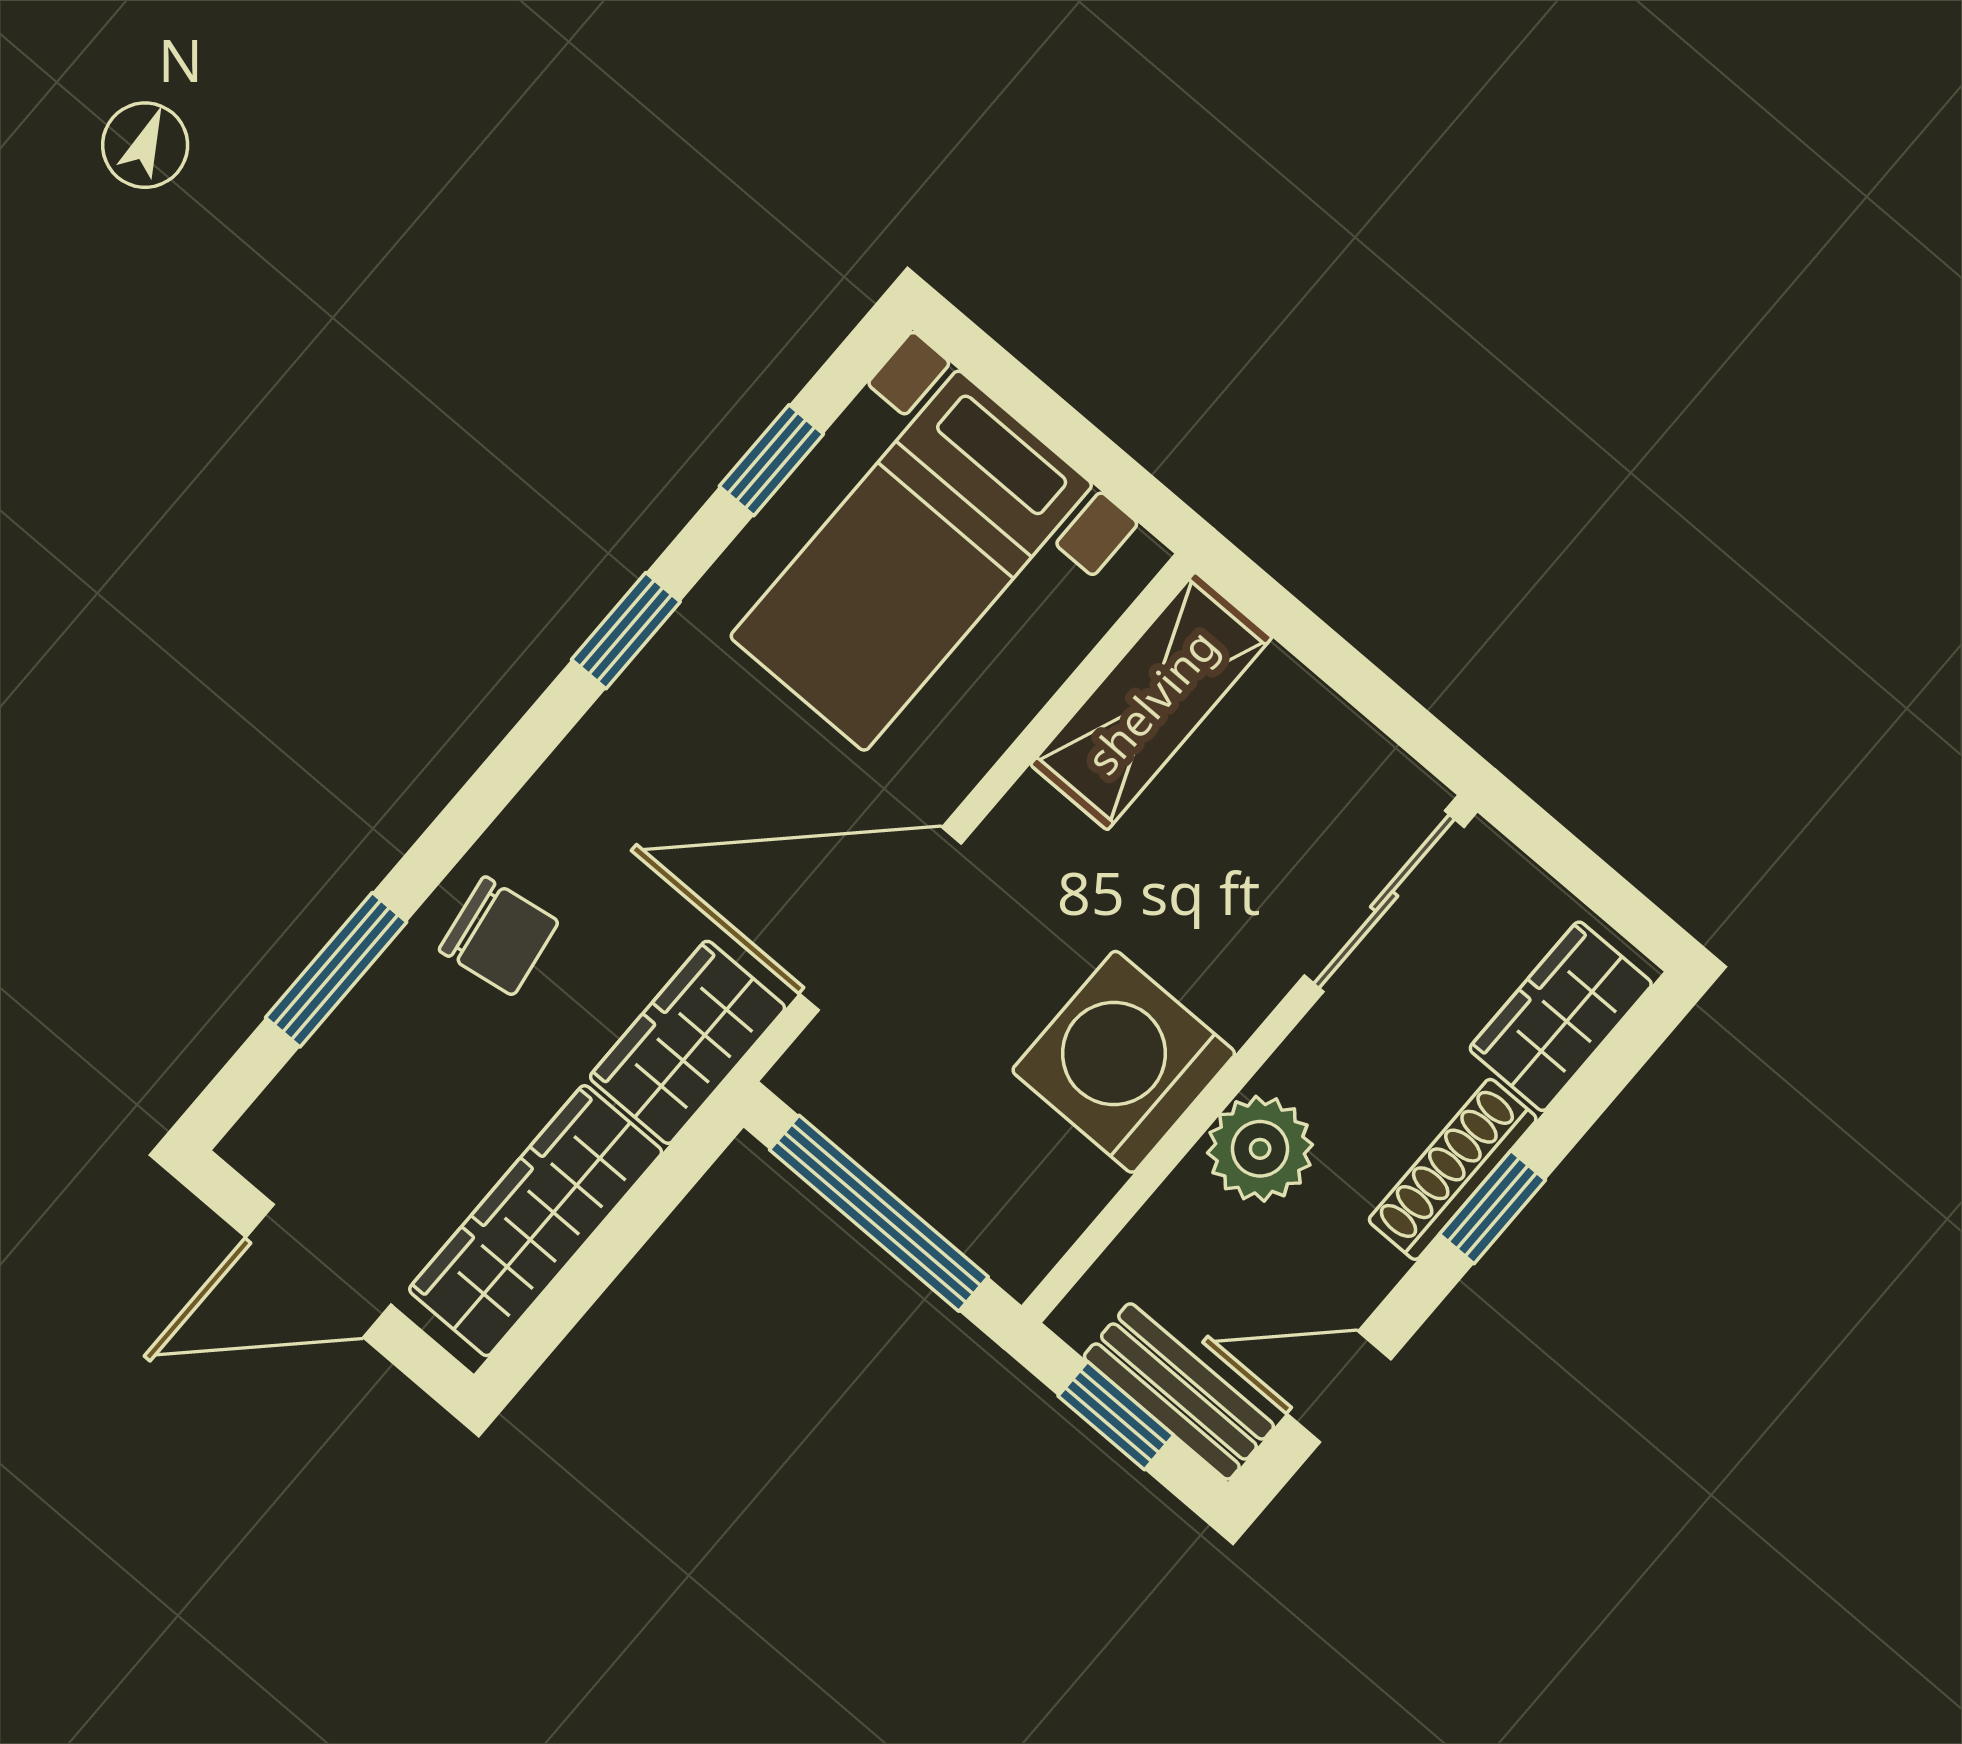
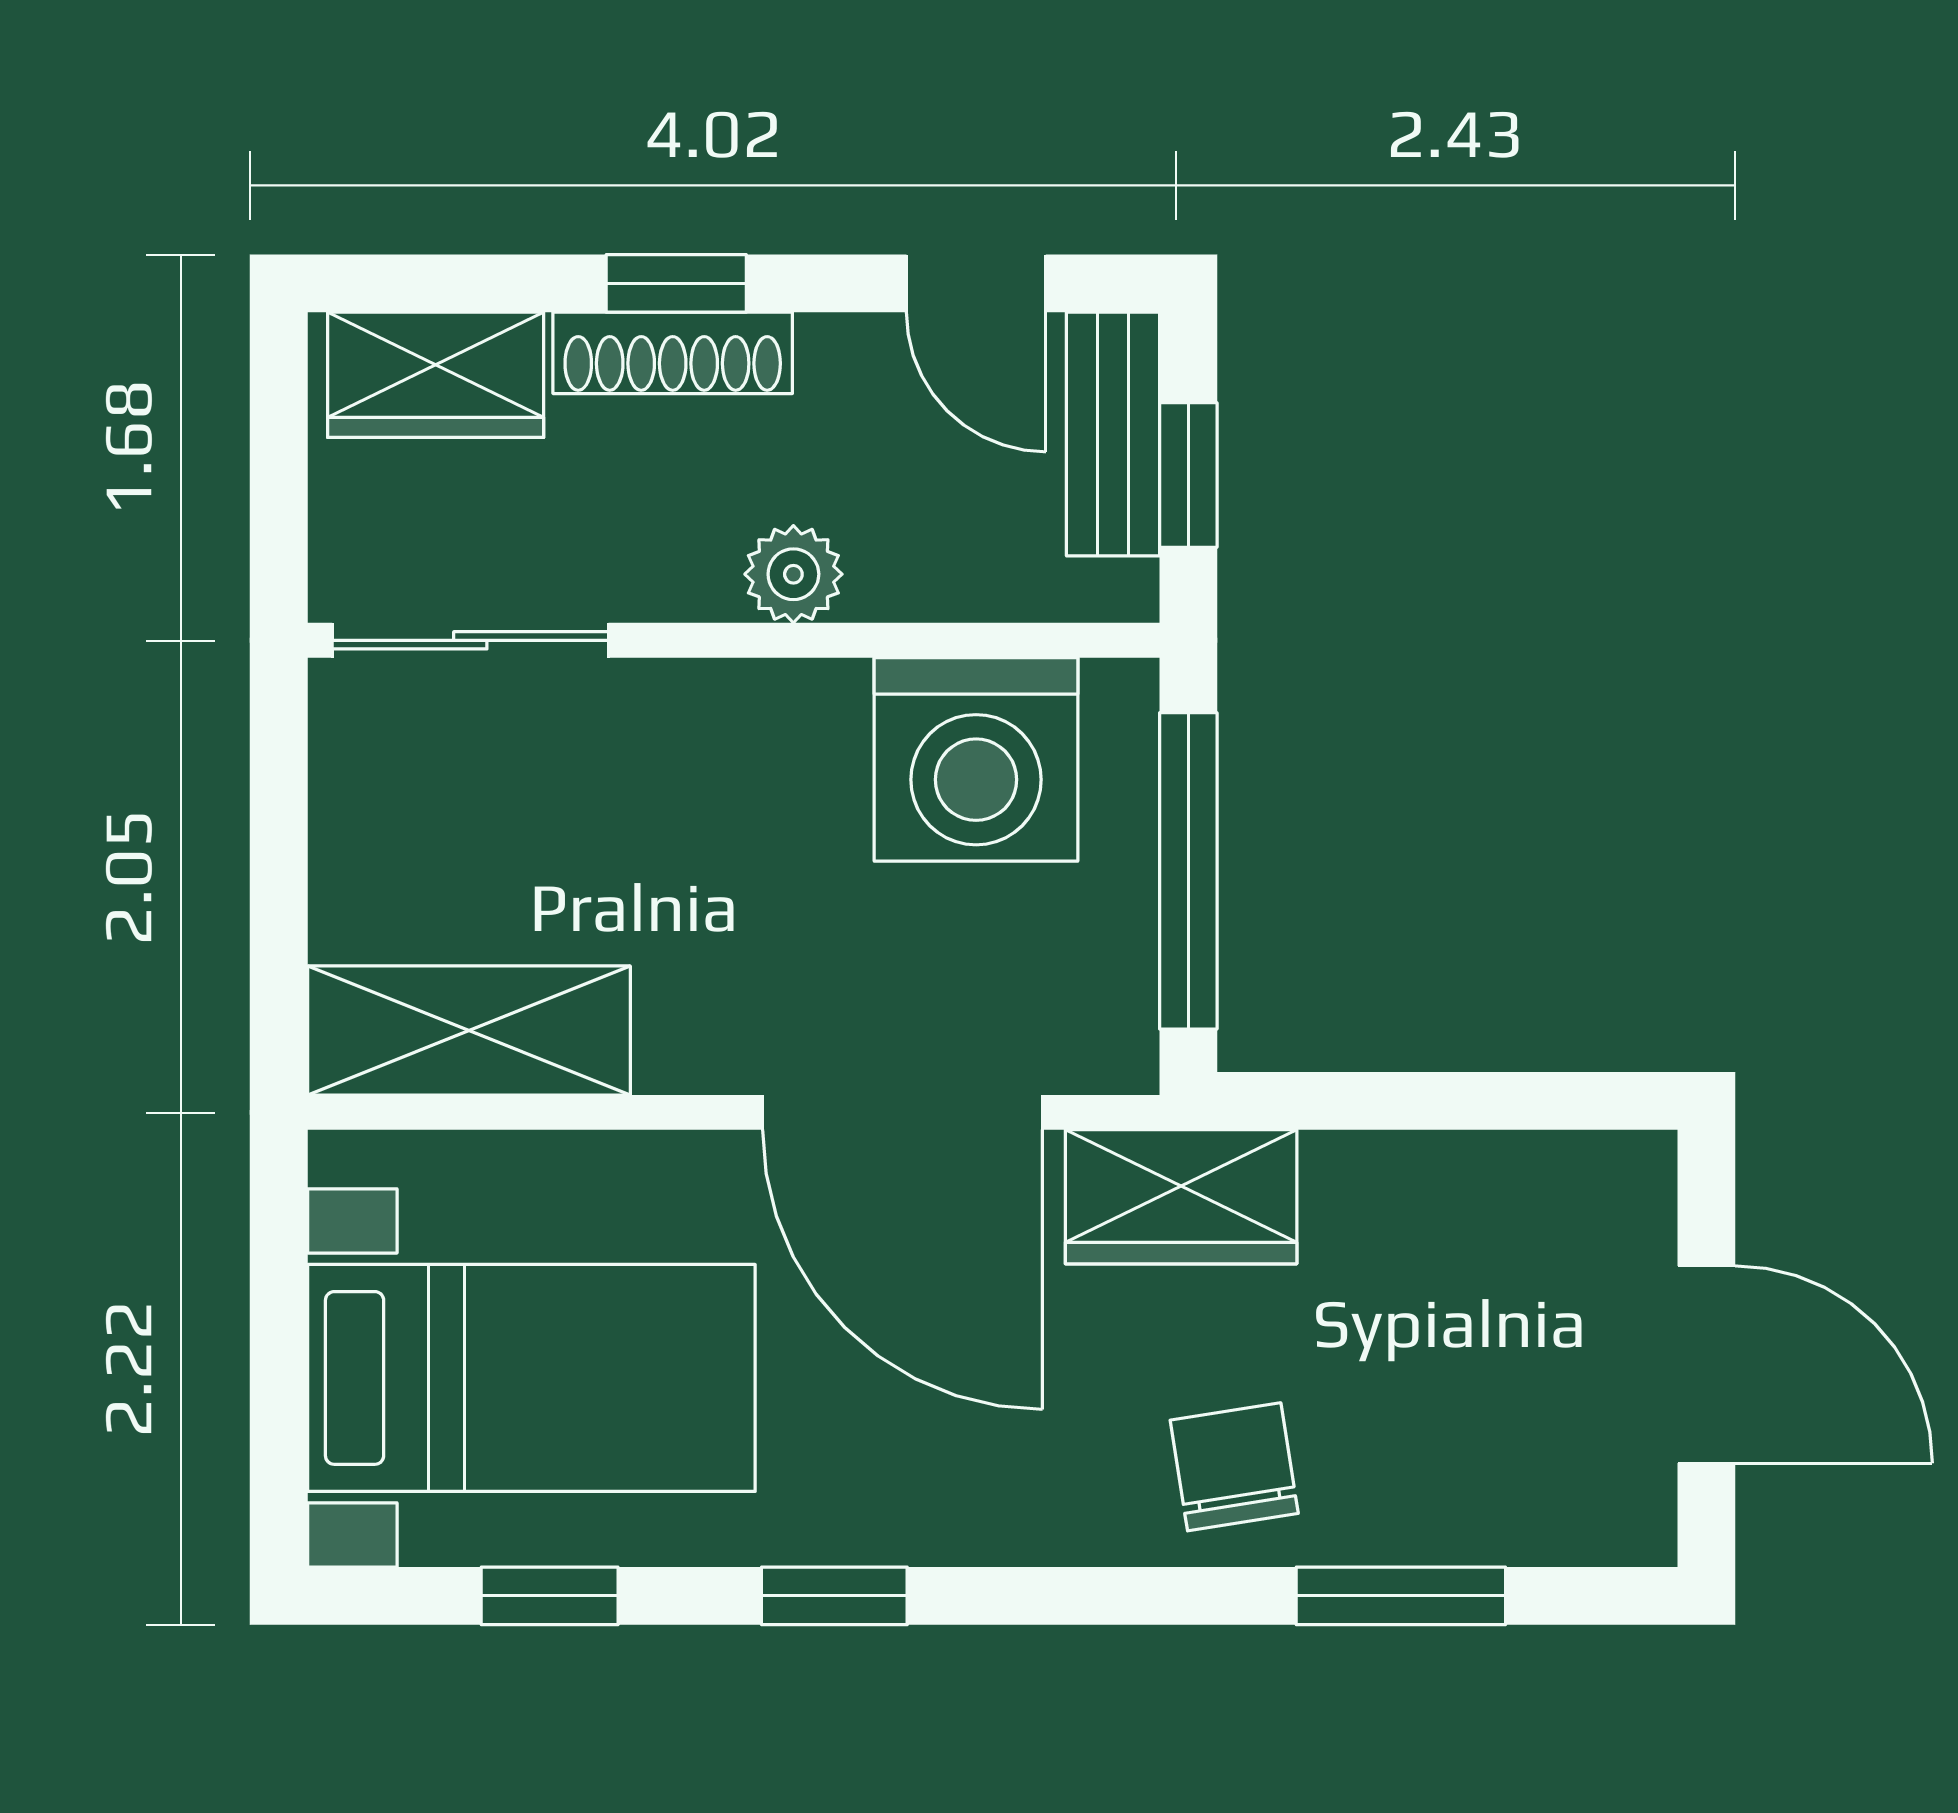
washing machine: (1124, 1062) -> (976, 759), moved
plant: (1260, 1149) -> (793, 574), width x0.73, depth x0.73
wardrobe: (536, 1221) -> (1479, 1196), removed

